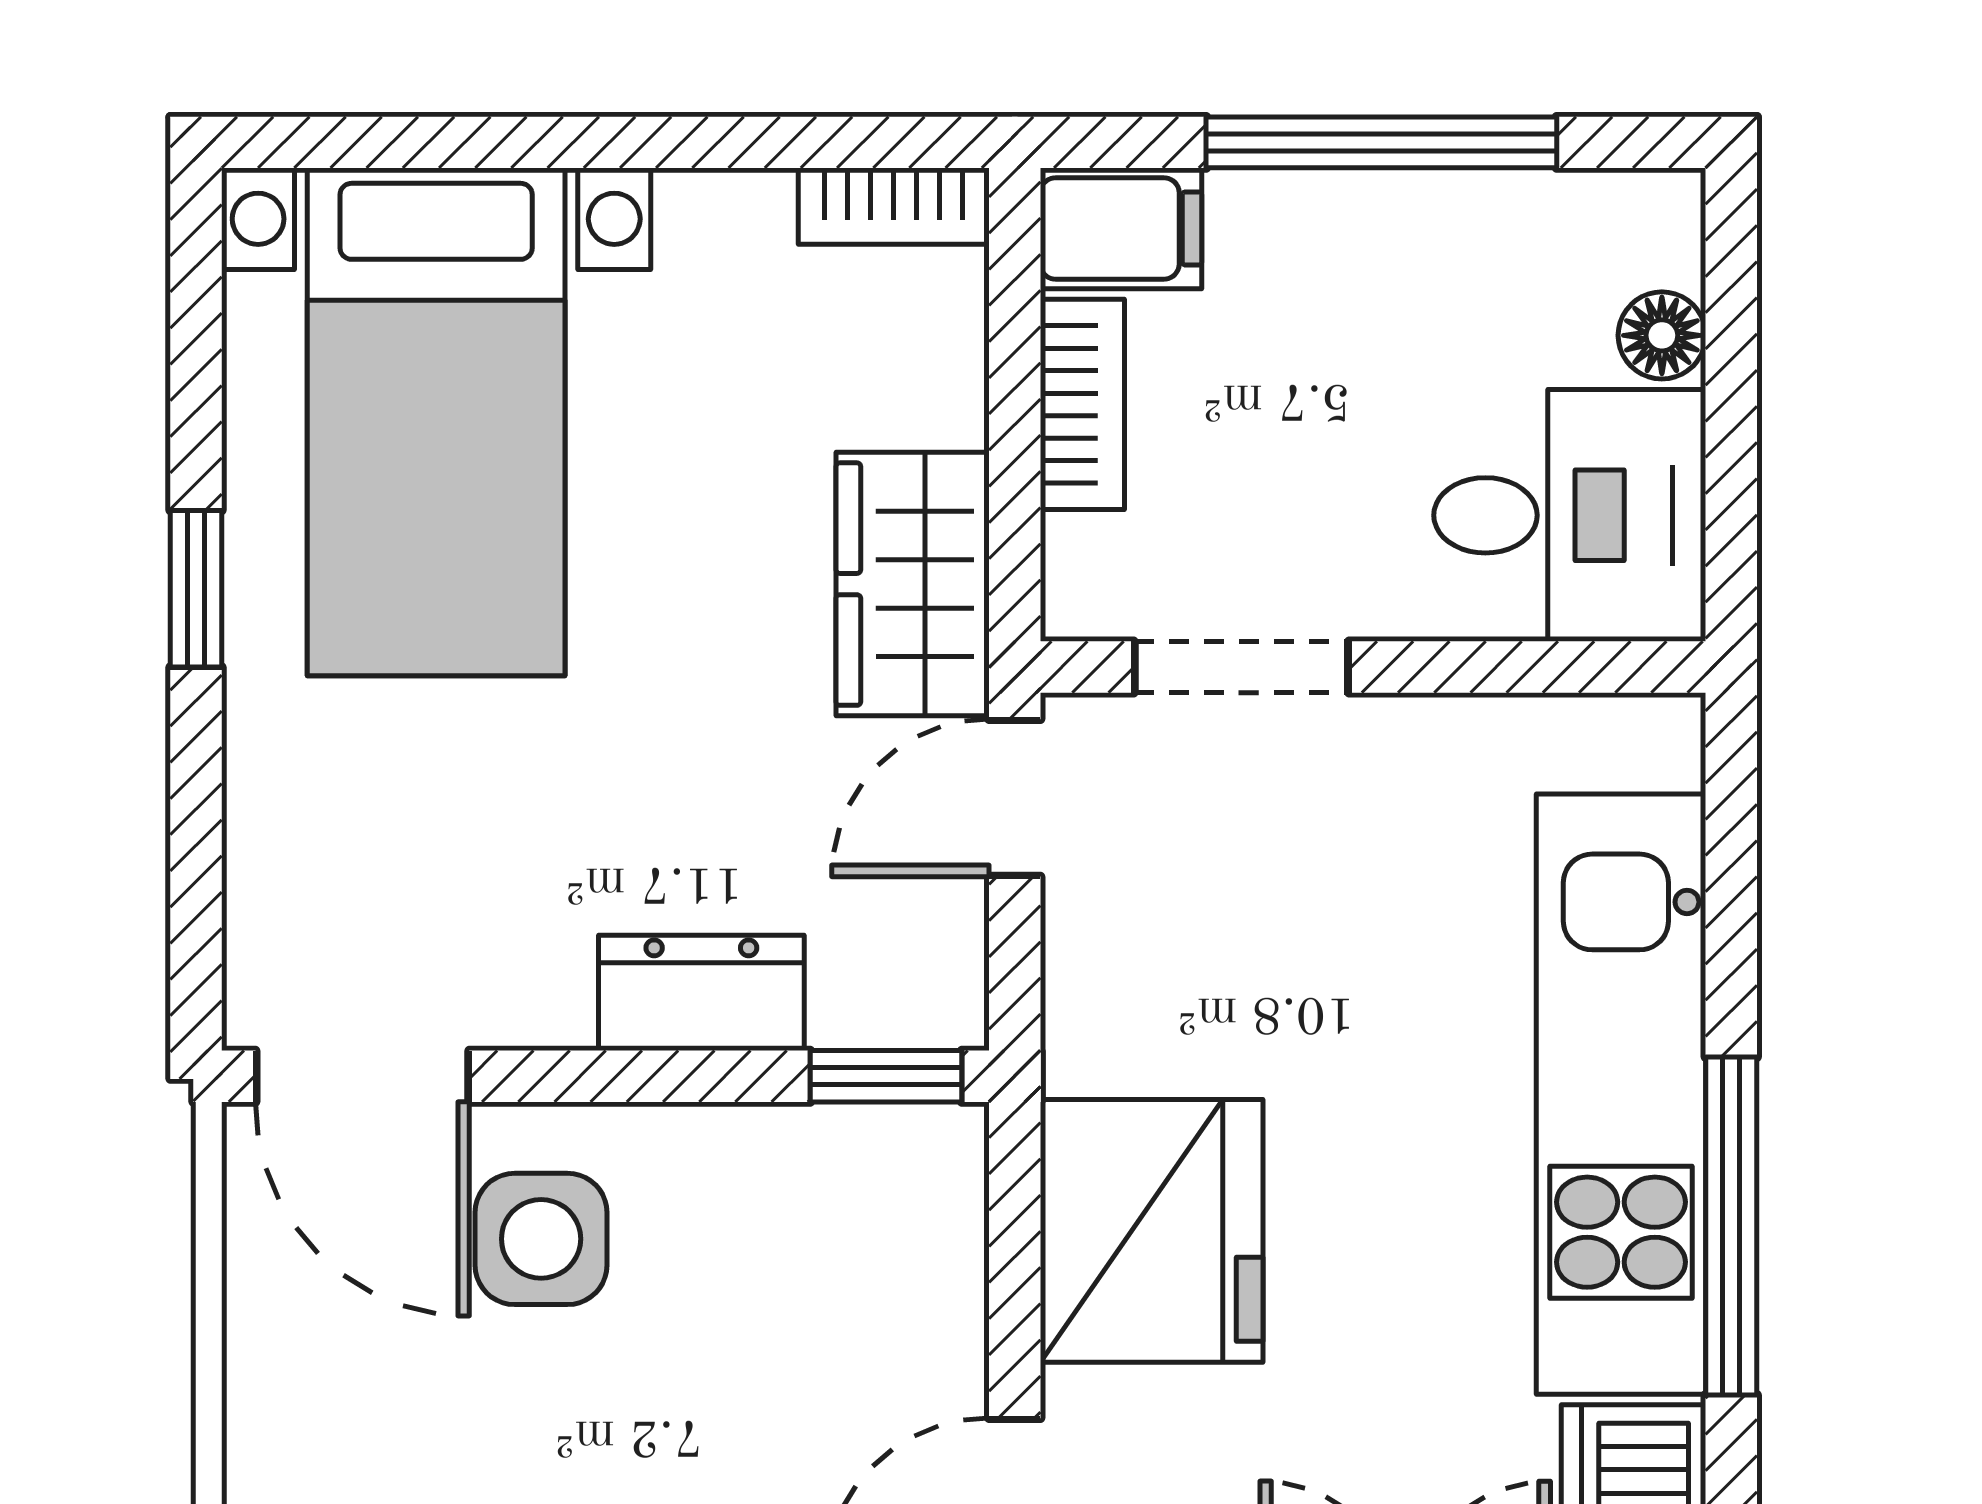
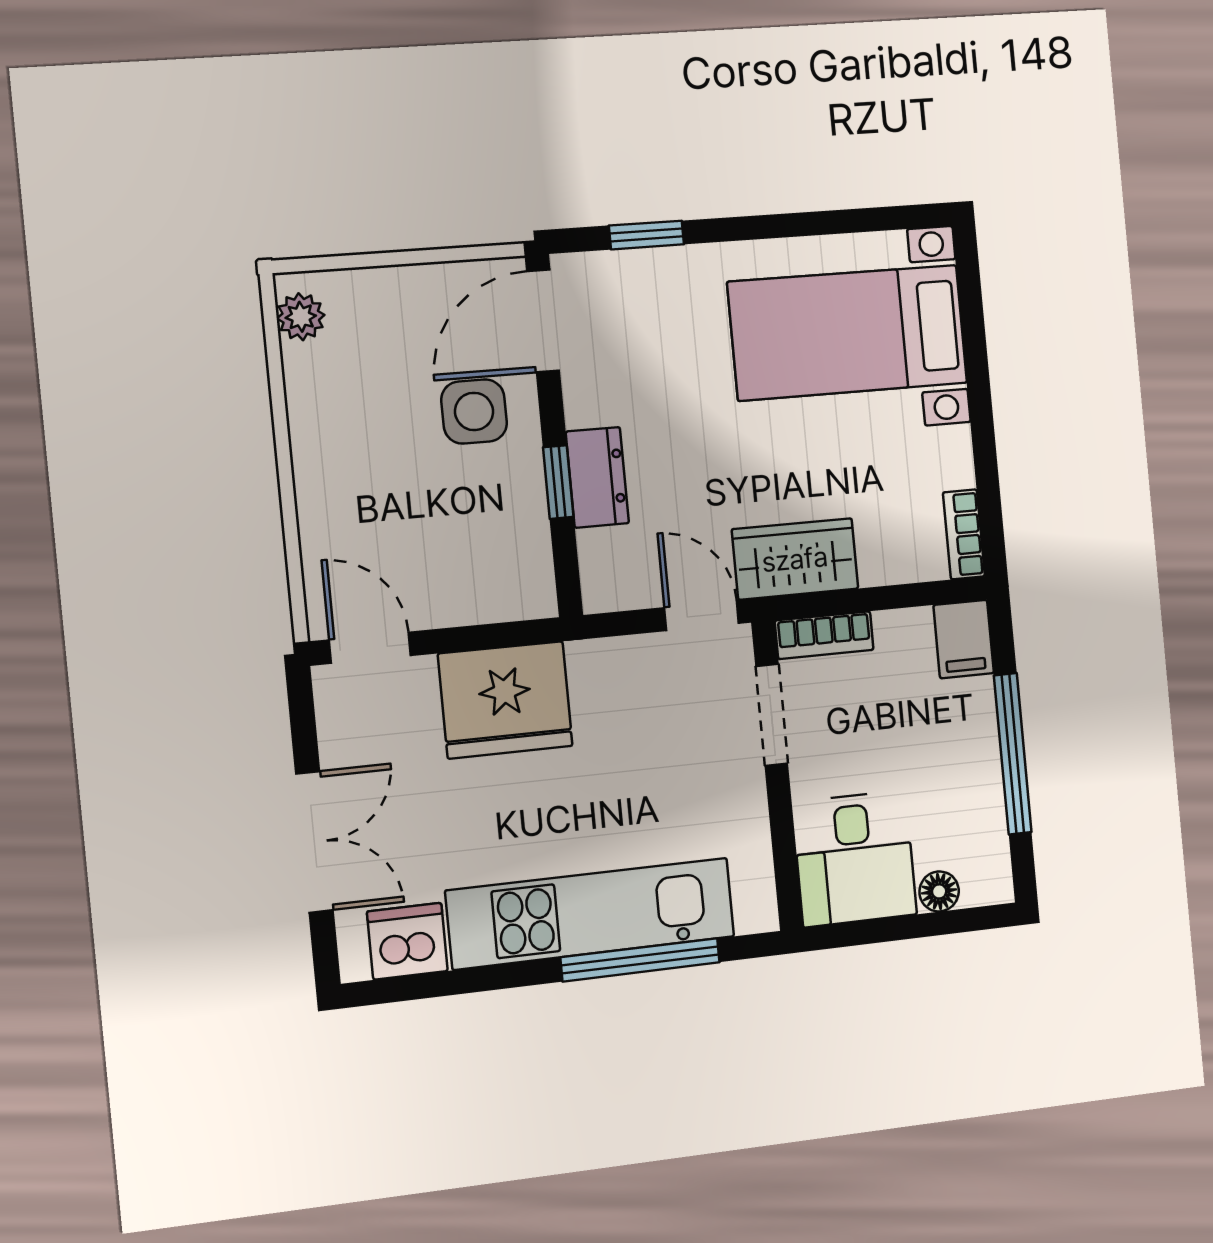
bookcase: (1082, 404) -> (824, 635), moved
window: (196, 589) -> (647, 235), moved
window: (886, 1076) -> (558, 482), moved
window: (1731, 1226) -> (640, 960), moved

